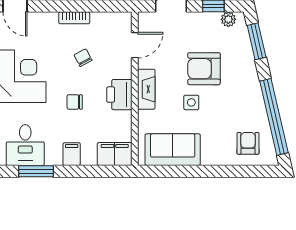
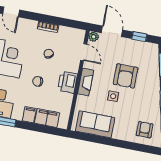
plant: (228, 19) -> (94, 37), moved
door: (135, 45) -> (84, 52), hinge flipped
armchair: (204, 69) -> (126, 76), turned -90
filing cabinet: (115, 154) -> (47, 118), moved

